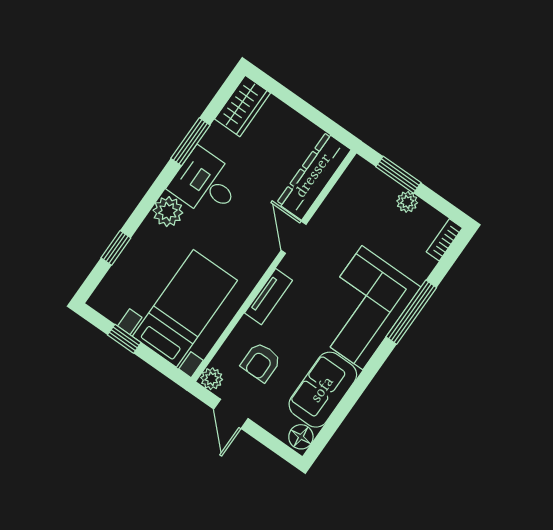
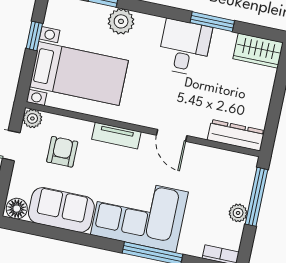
window: (398, 175) -> (257, 197), width x1.44
dresser: (314, 176) -> (236, 135), width x0.73, depth x0.80
plant: (168, 212) -> (121, 21), moved
door: (294, 237) -> (172, 135), swing flipped
armchair: (261, 362) -> (62, 152), turned 90

